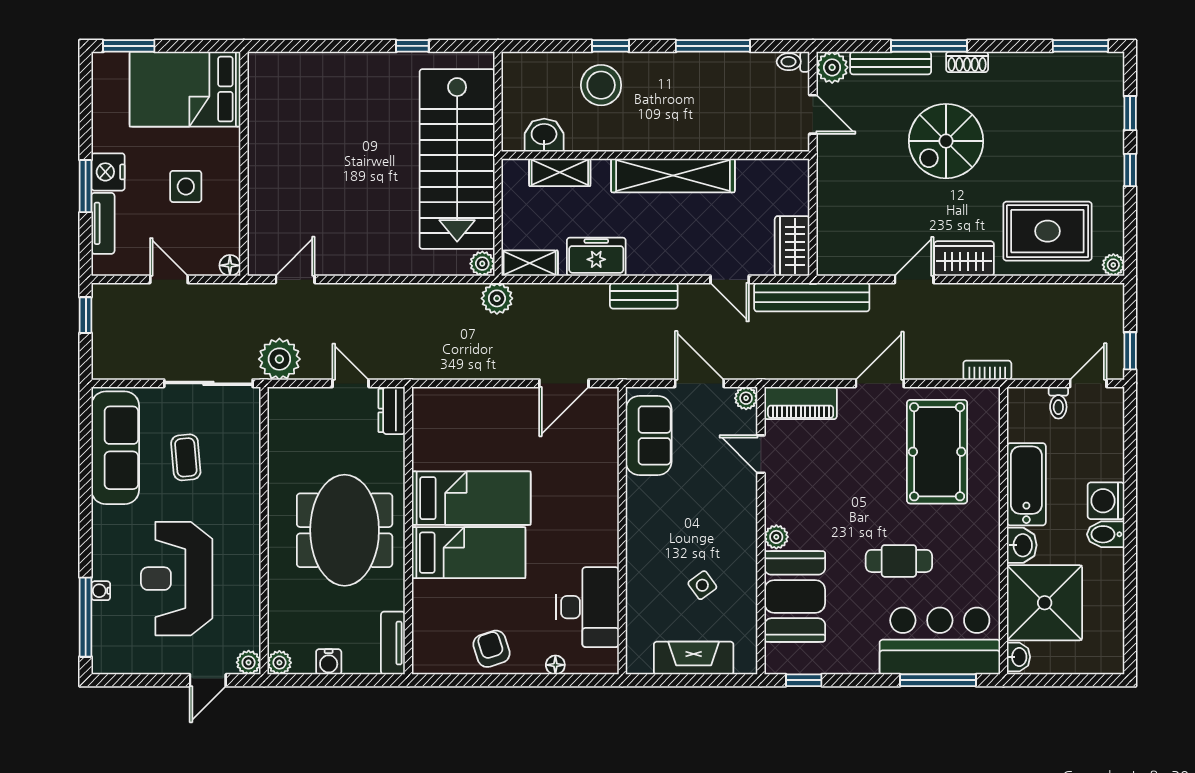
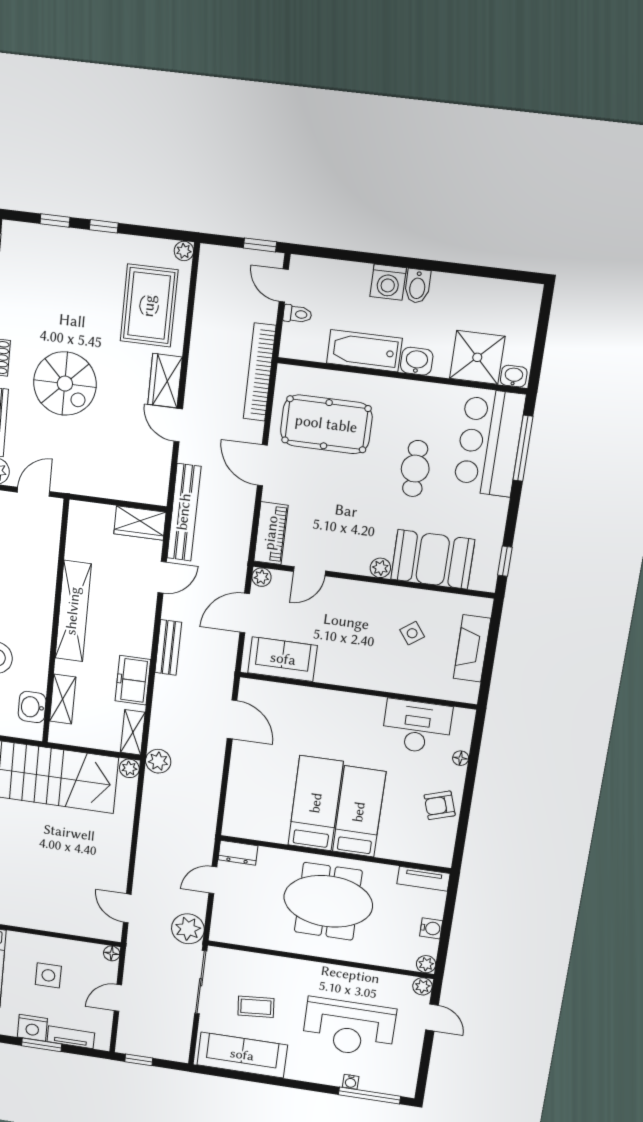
bookcase: (987, 370) -> (260, 372), width x2.31, depth x1.31
shower: (1045, 603) -> (477, 357), width x0.73, depth x0.73

